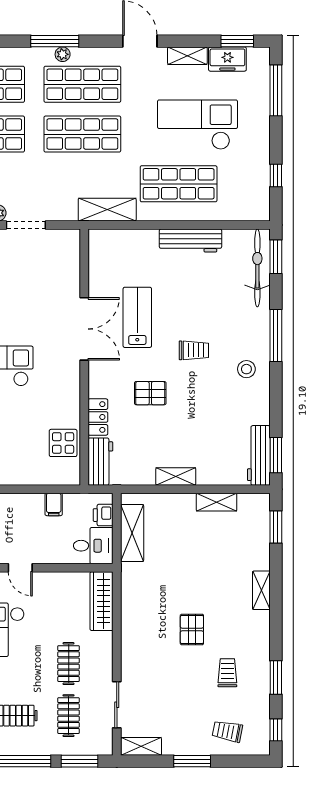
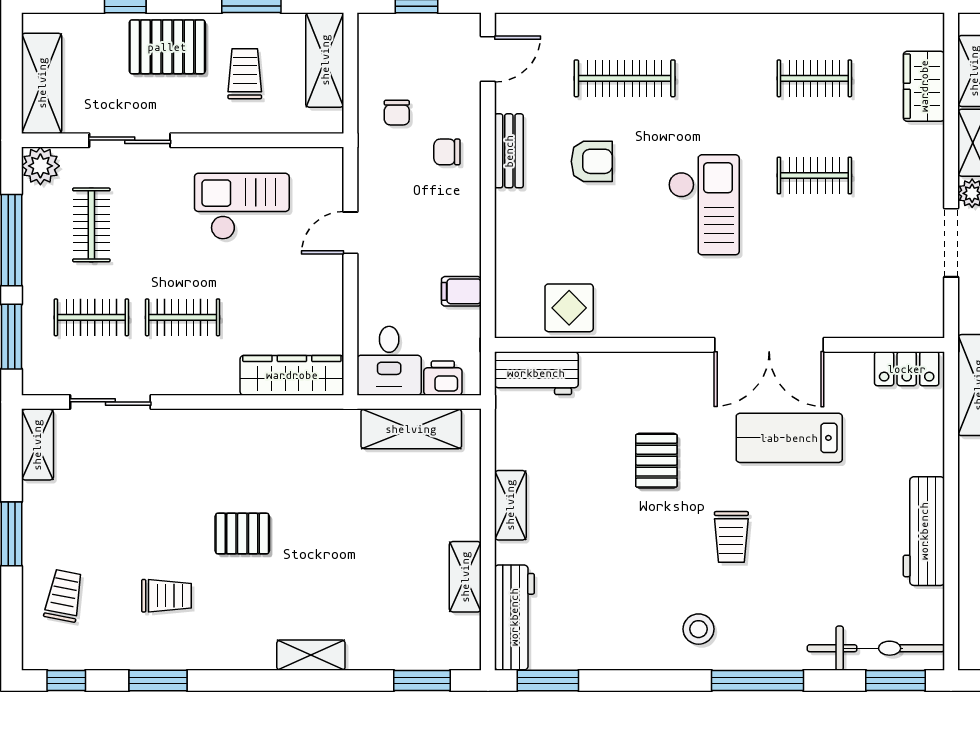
lab bench: (137, 317) -> (789, 438), turned 180
locker: (98, 417) -> (907, 369), moved
workbench: (259, 455) -> (514, 617), moved, turned 90

